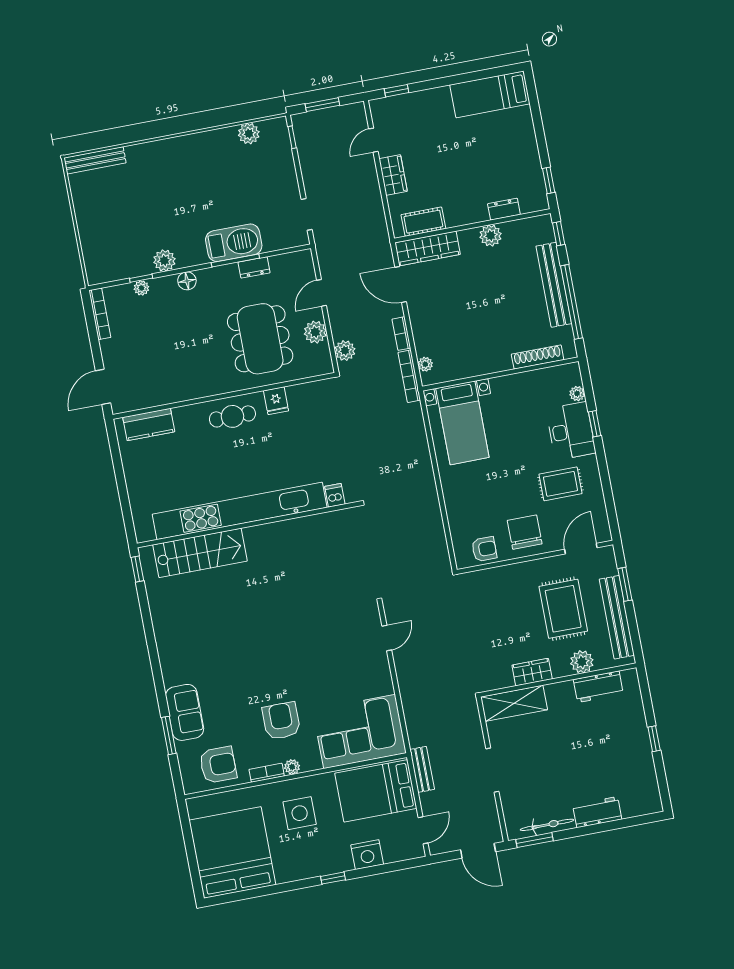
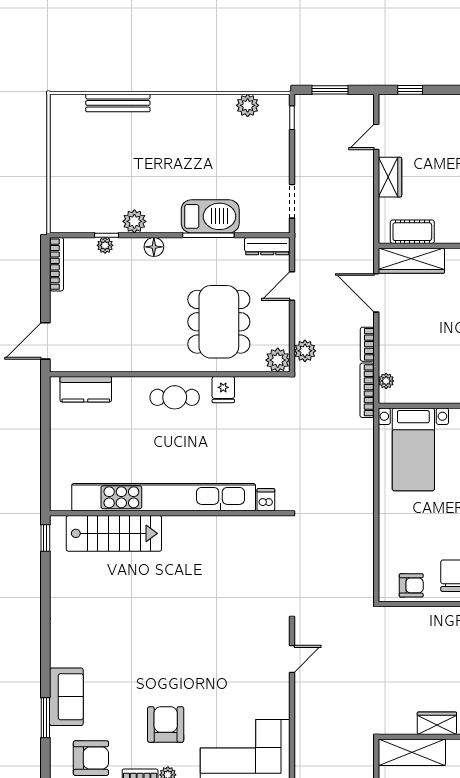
bench: (95, 160) -> (118, 103), moved
dresser: (254, 267) -> (267, 246), moved, width x1.44
plant: (315, 332) -> (278, 360), moved

